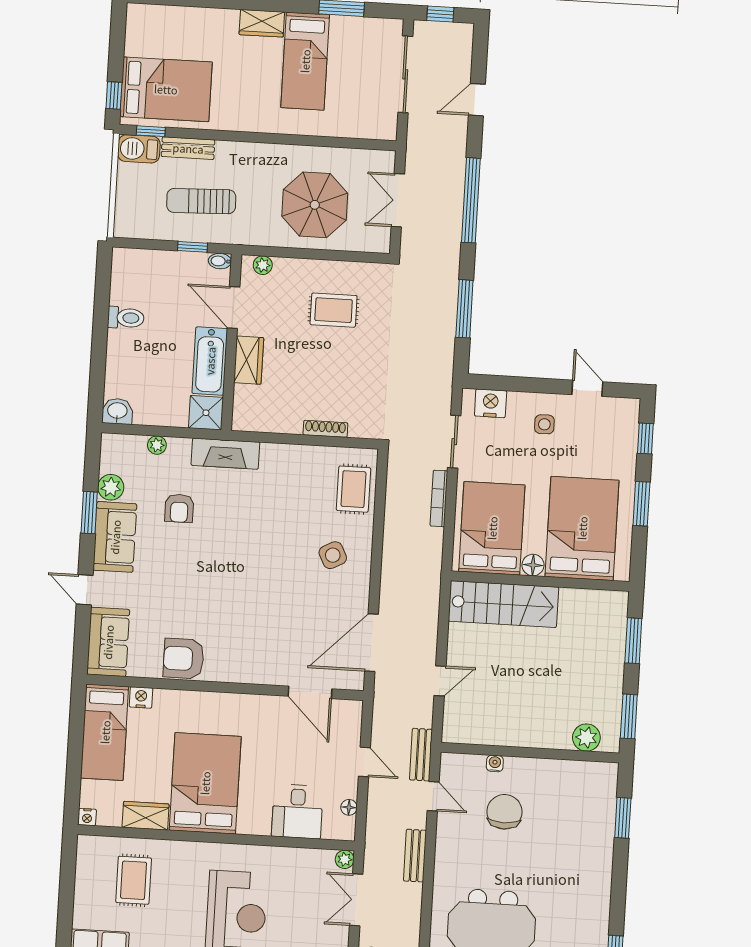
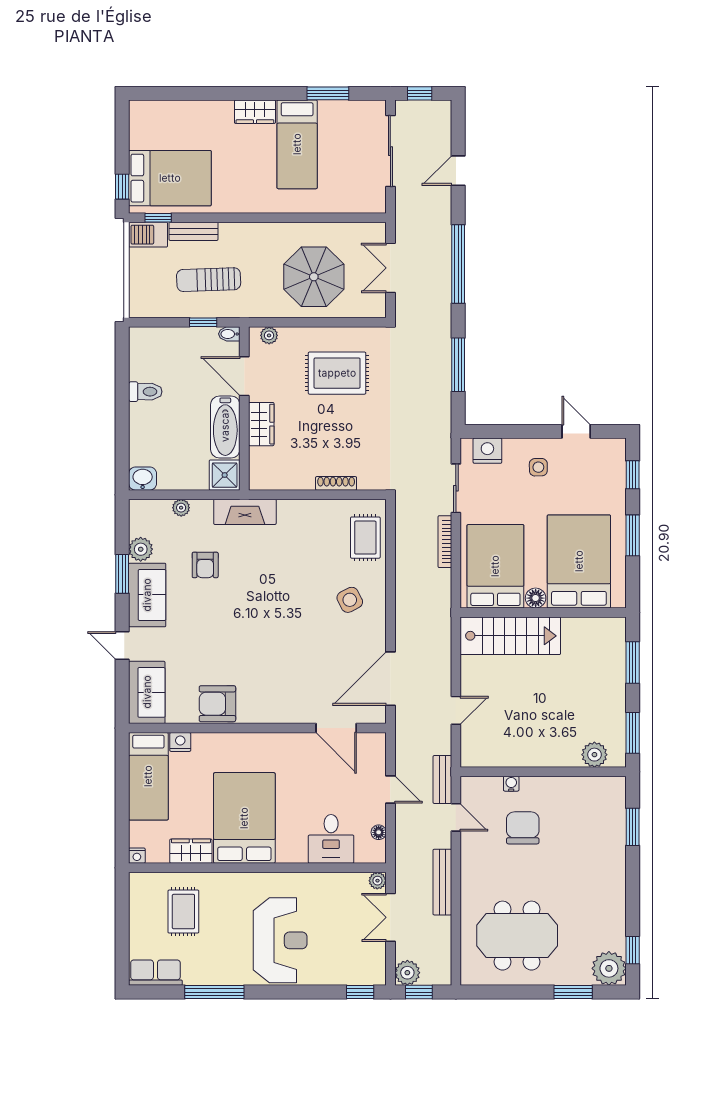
rug: (334, 310) -> (337, 373), width x1.36, depth x1.43
bench: (415, 856) -> (442, 882), width x1.36

